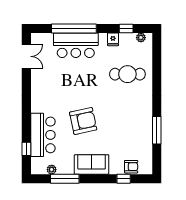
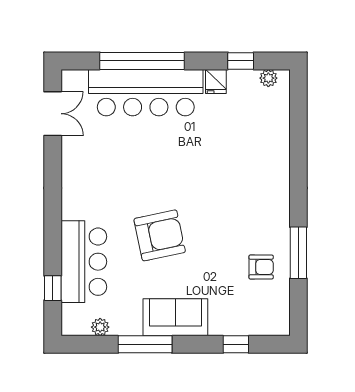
bar counter: (76, 45) -> (146, 93), width x1.36
cafe table: (127, 74) -> (243, 147), removed
armchair: (131, 167) -> (261, 267), moved
window: (65, 179) -> (145, 344), moved

